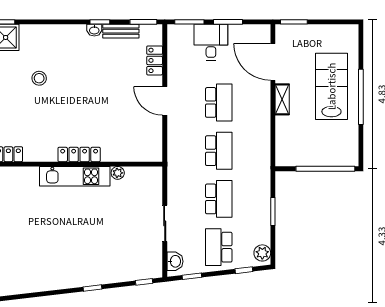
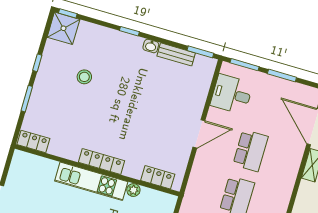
window: (100, 22) -> (129, 31), moved
desk: (211, 42) -> (232, 94), moved, turned -90
locker: (155, 60) -> (158, 177), moved, turned 90
door: (165, 101) -> (199, 134), swing flipped

